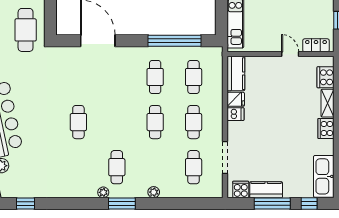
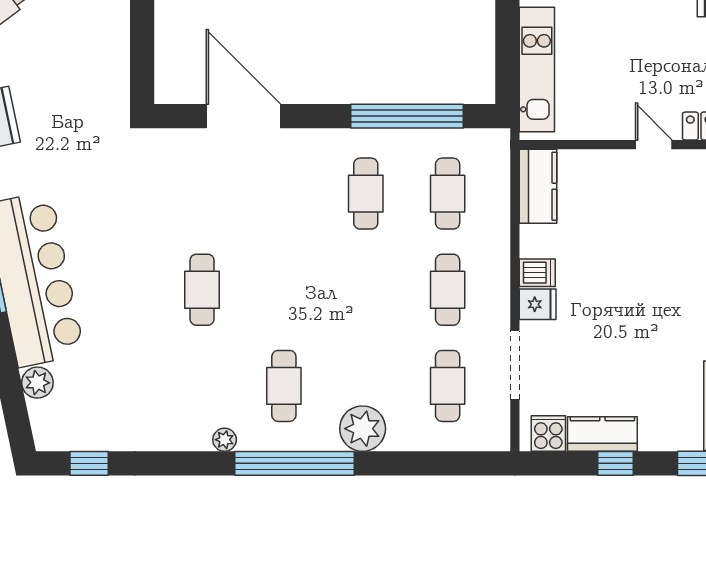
cafe table: (26, 30) -> (89, 93), removed
fridge: (236, 99) -> (538, 304), moved
cafe table: (155, 122) -> (366, 290), removed
plant: (103, 192) -> (225, 440), moved
plant: (154, 192) -> (363, 429), width x1.88, depth x1.88
window: (122, 203) -> (295, 463), width x2.11
window: (272, 203) -> (616, 463), width x0.46

